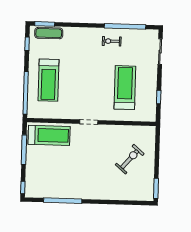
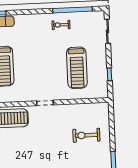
treadmill: (125, 88) -> (77, 68), turned 180
exercise bike: (130, 159) -> (86, 135), turned -131

